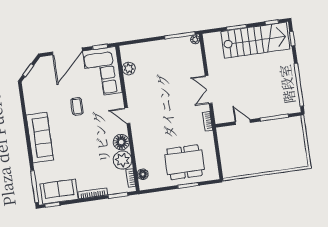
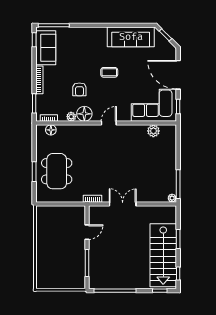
coffee table: (77, 106) -> (109, 72), moved
sofa: (40, 138) -> (131, 37), moved
armchair: (97, 151) -> (79, 89), added
plant: (123, 160) -> (71, 117), width x0.53, depth x0.53

